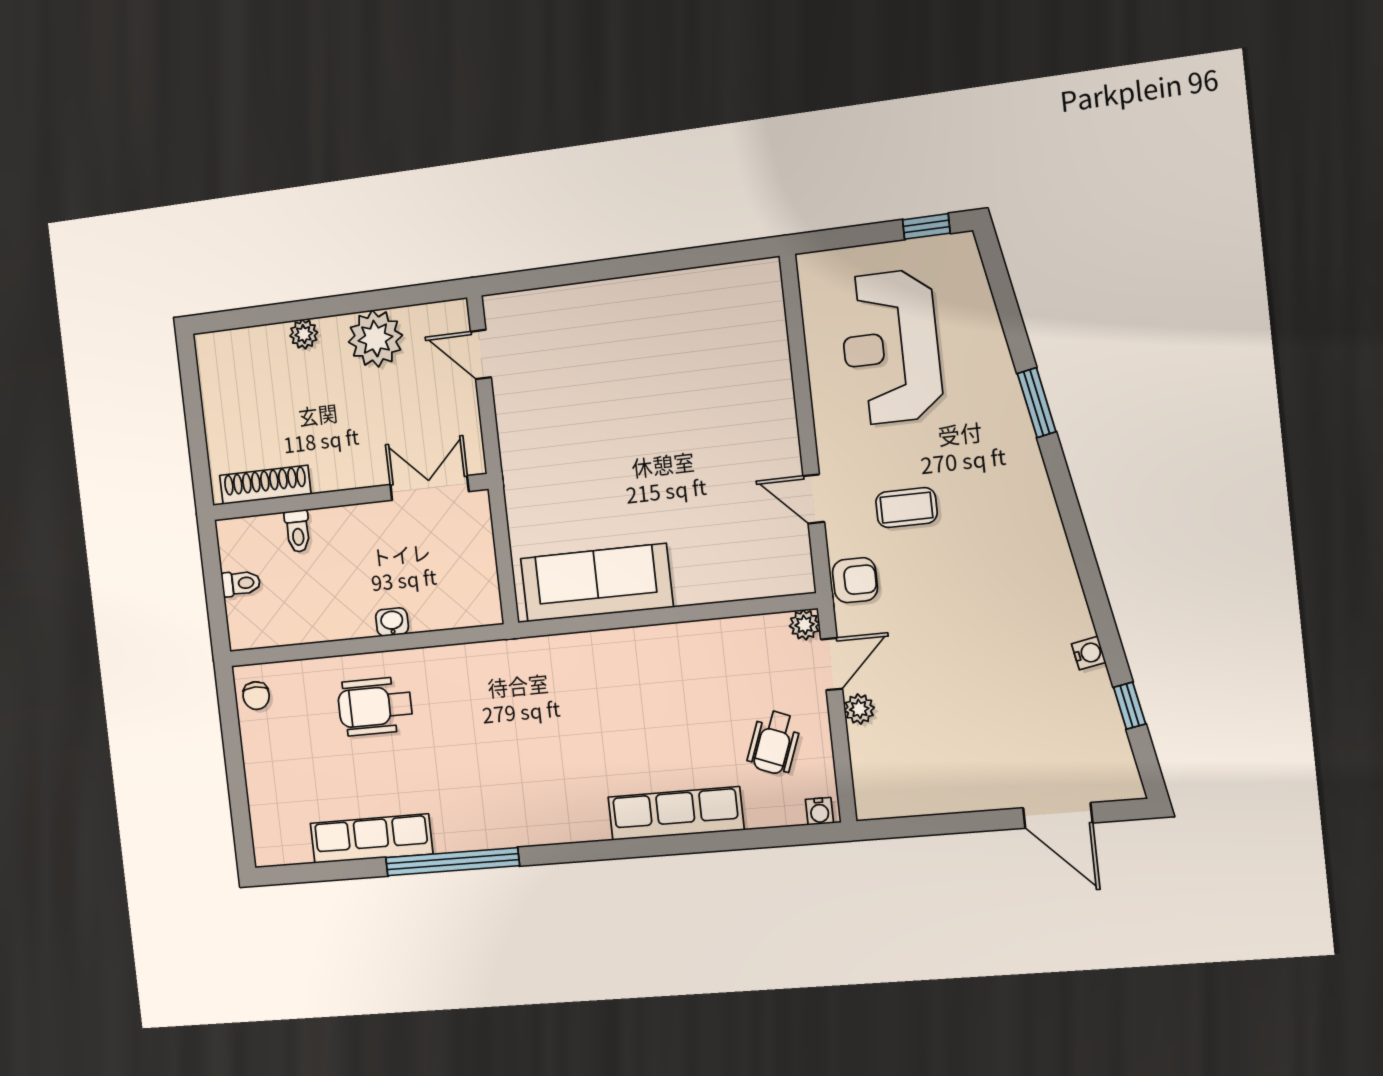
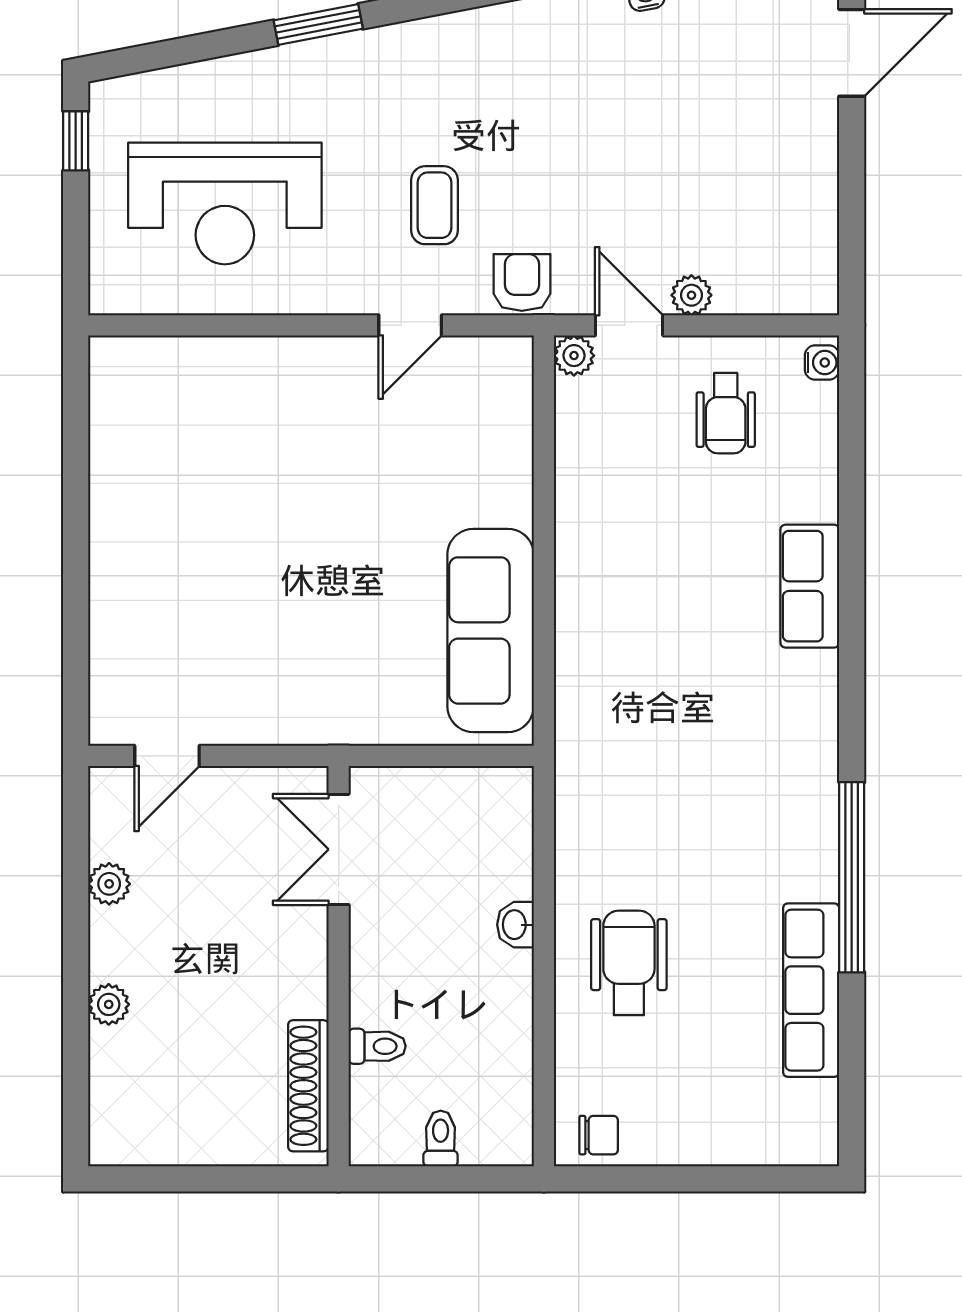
plant: (375, 339) -> (109, 884), width x0.53, depth x0.53
wheelchair: (375, 706) -> (629, 963), turned 180
wheelchair: (774, 742) -> (726, 413), turned 69
row of seats: (676, 813) -> (810, 586), width x0.68

